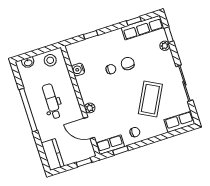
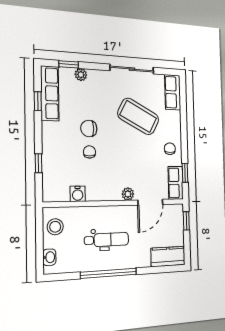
dental chair: (52, 101) -> (107, 240), turned 180

